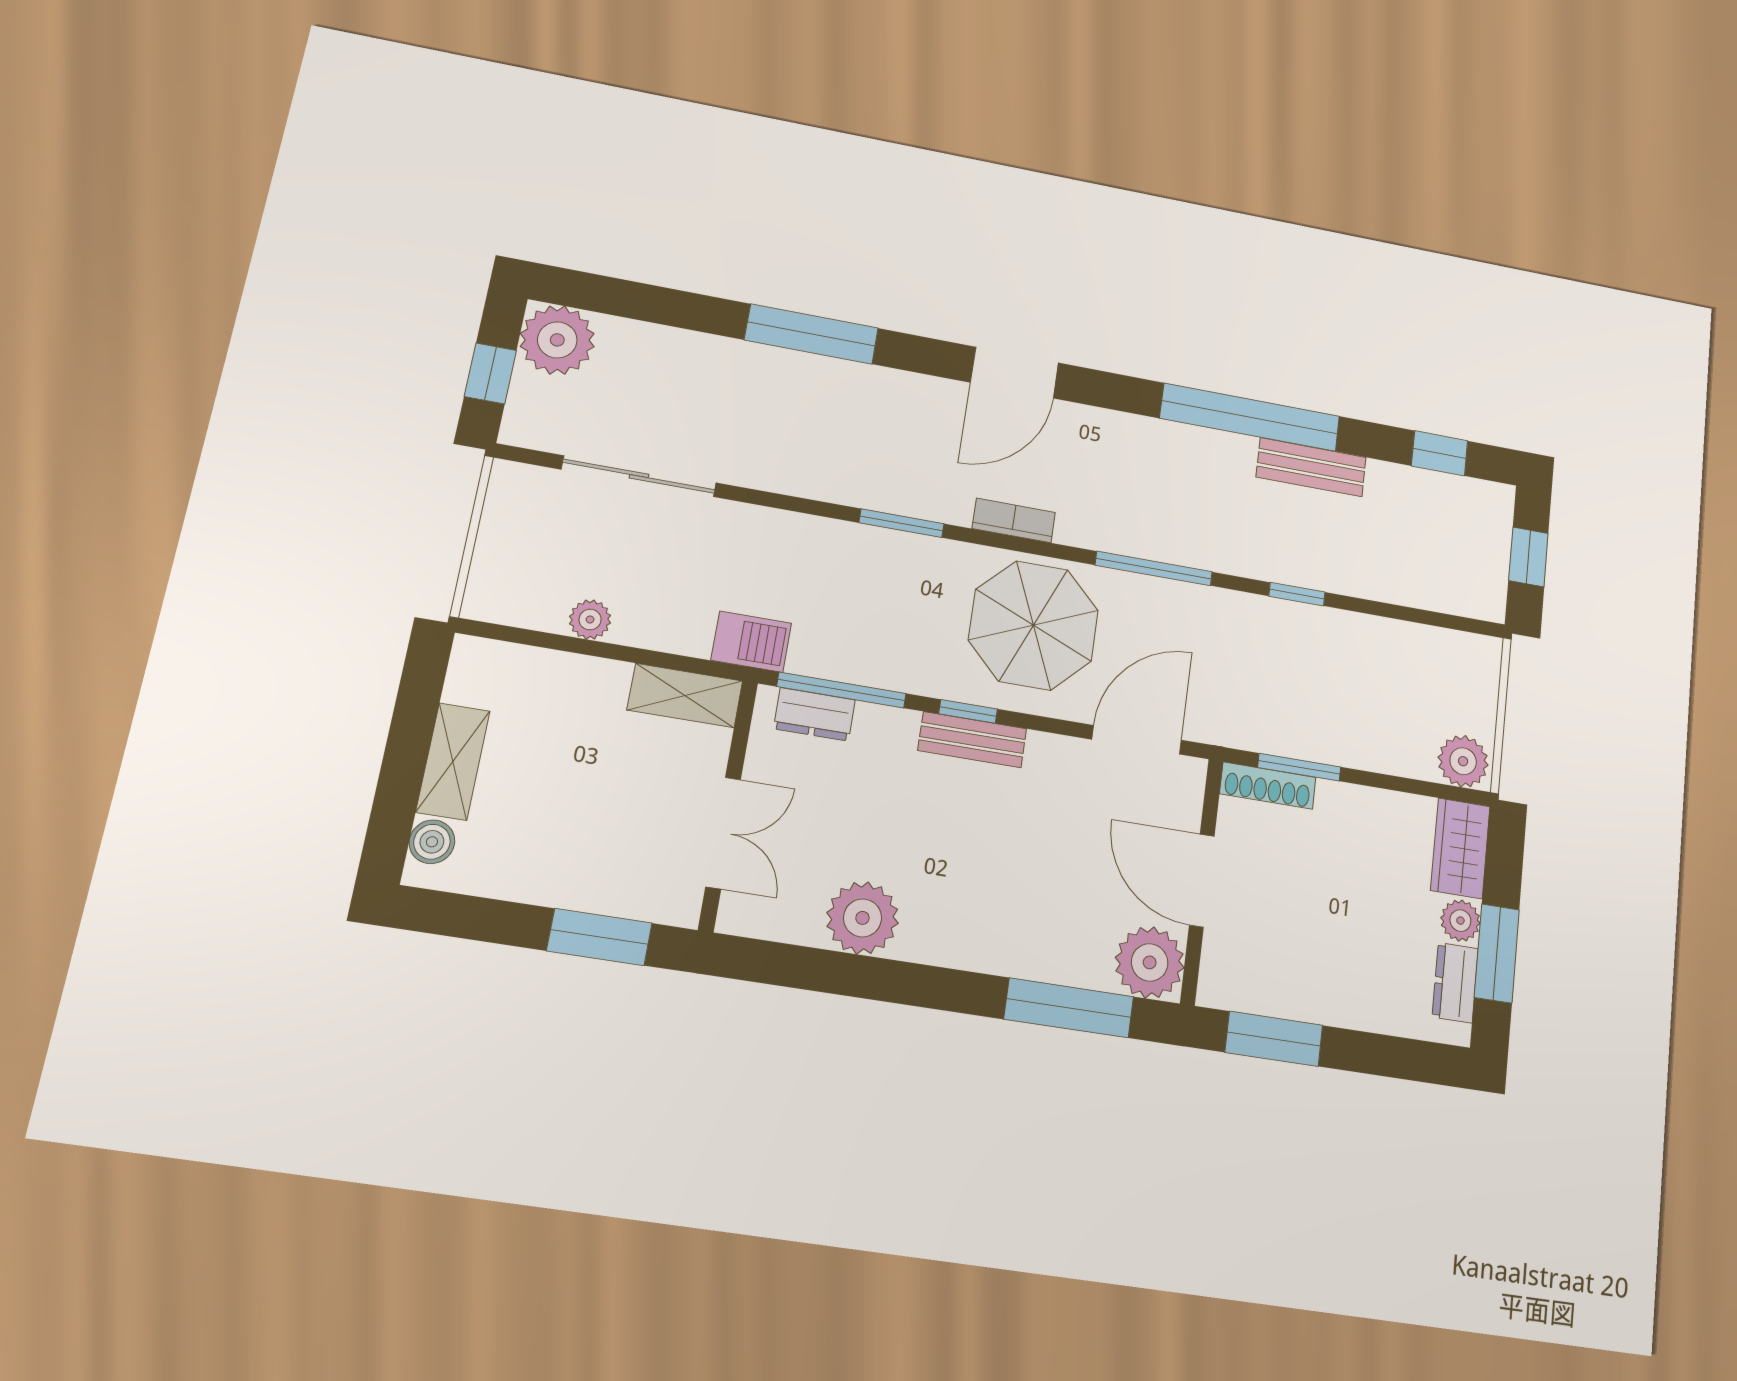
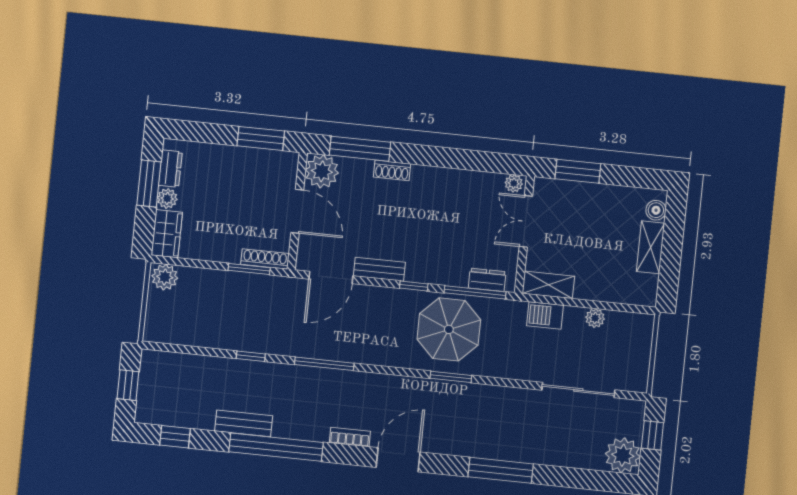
bookcase: (1014, 520) -> (350, 437), moved, turned 180
parasol: (1033, 625) -> (449, 329), moved
barbecue: (751, 642) -> (545, 315), moved
bench: (972, 740) -> (379, 269), moved
plant: (862, 918) -> (514, 183), moved, width x0.53, depth x0.53
shoe rack: (1003, 958) -> (392, 170), added

